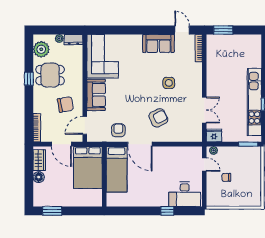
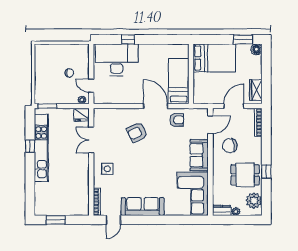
door: (182, 30) -> (113, 220), hinge flipped
window: (223, 30) -> (56, 220), moved
sofa: (158, 43) -> (143, 206), width x1.36
side table: (169, 83) -> (107, 169), moved
armchair: (118, 130) -> (177, 120), turned -90
door: (61, 144) -> (234, 106), hinge flipped
bed: (88, 167) -> (214, 58), moved, turned 90
floor lamp: (39, 177) -> (256, 49), moved
desk: (185, 194) -> (117, 60), width x1.36, depth x1.30

